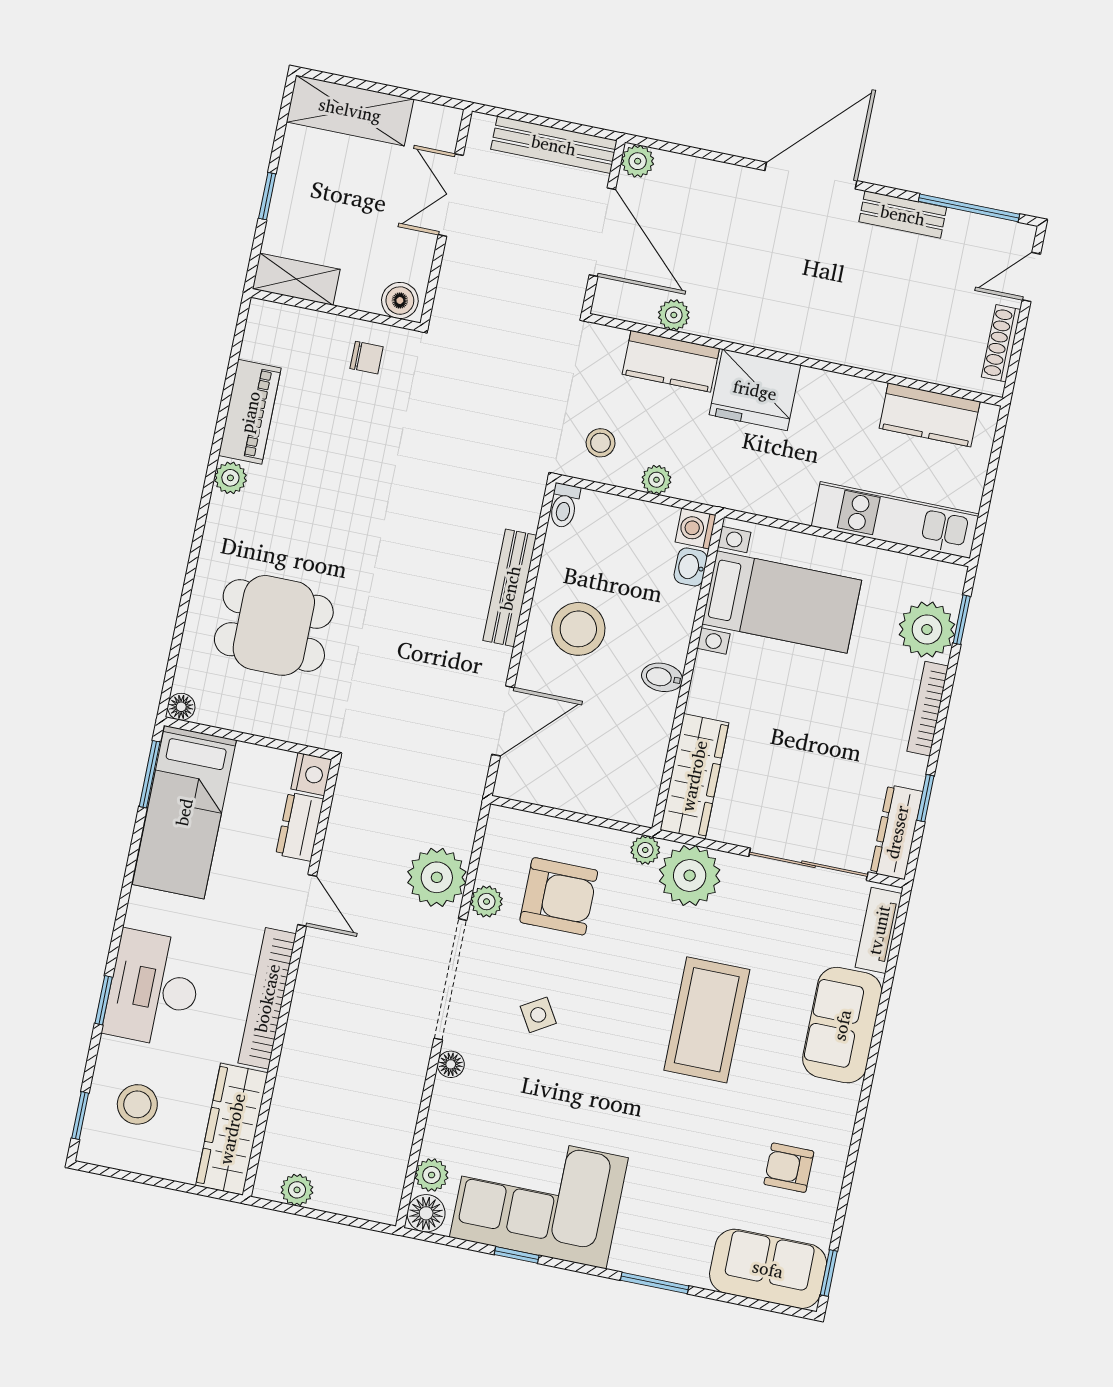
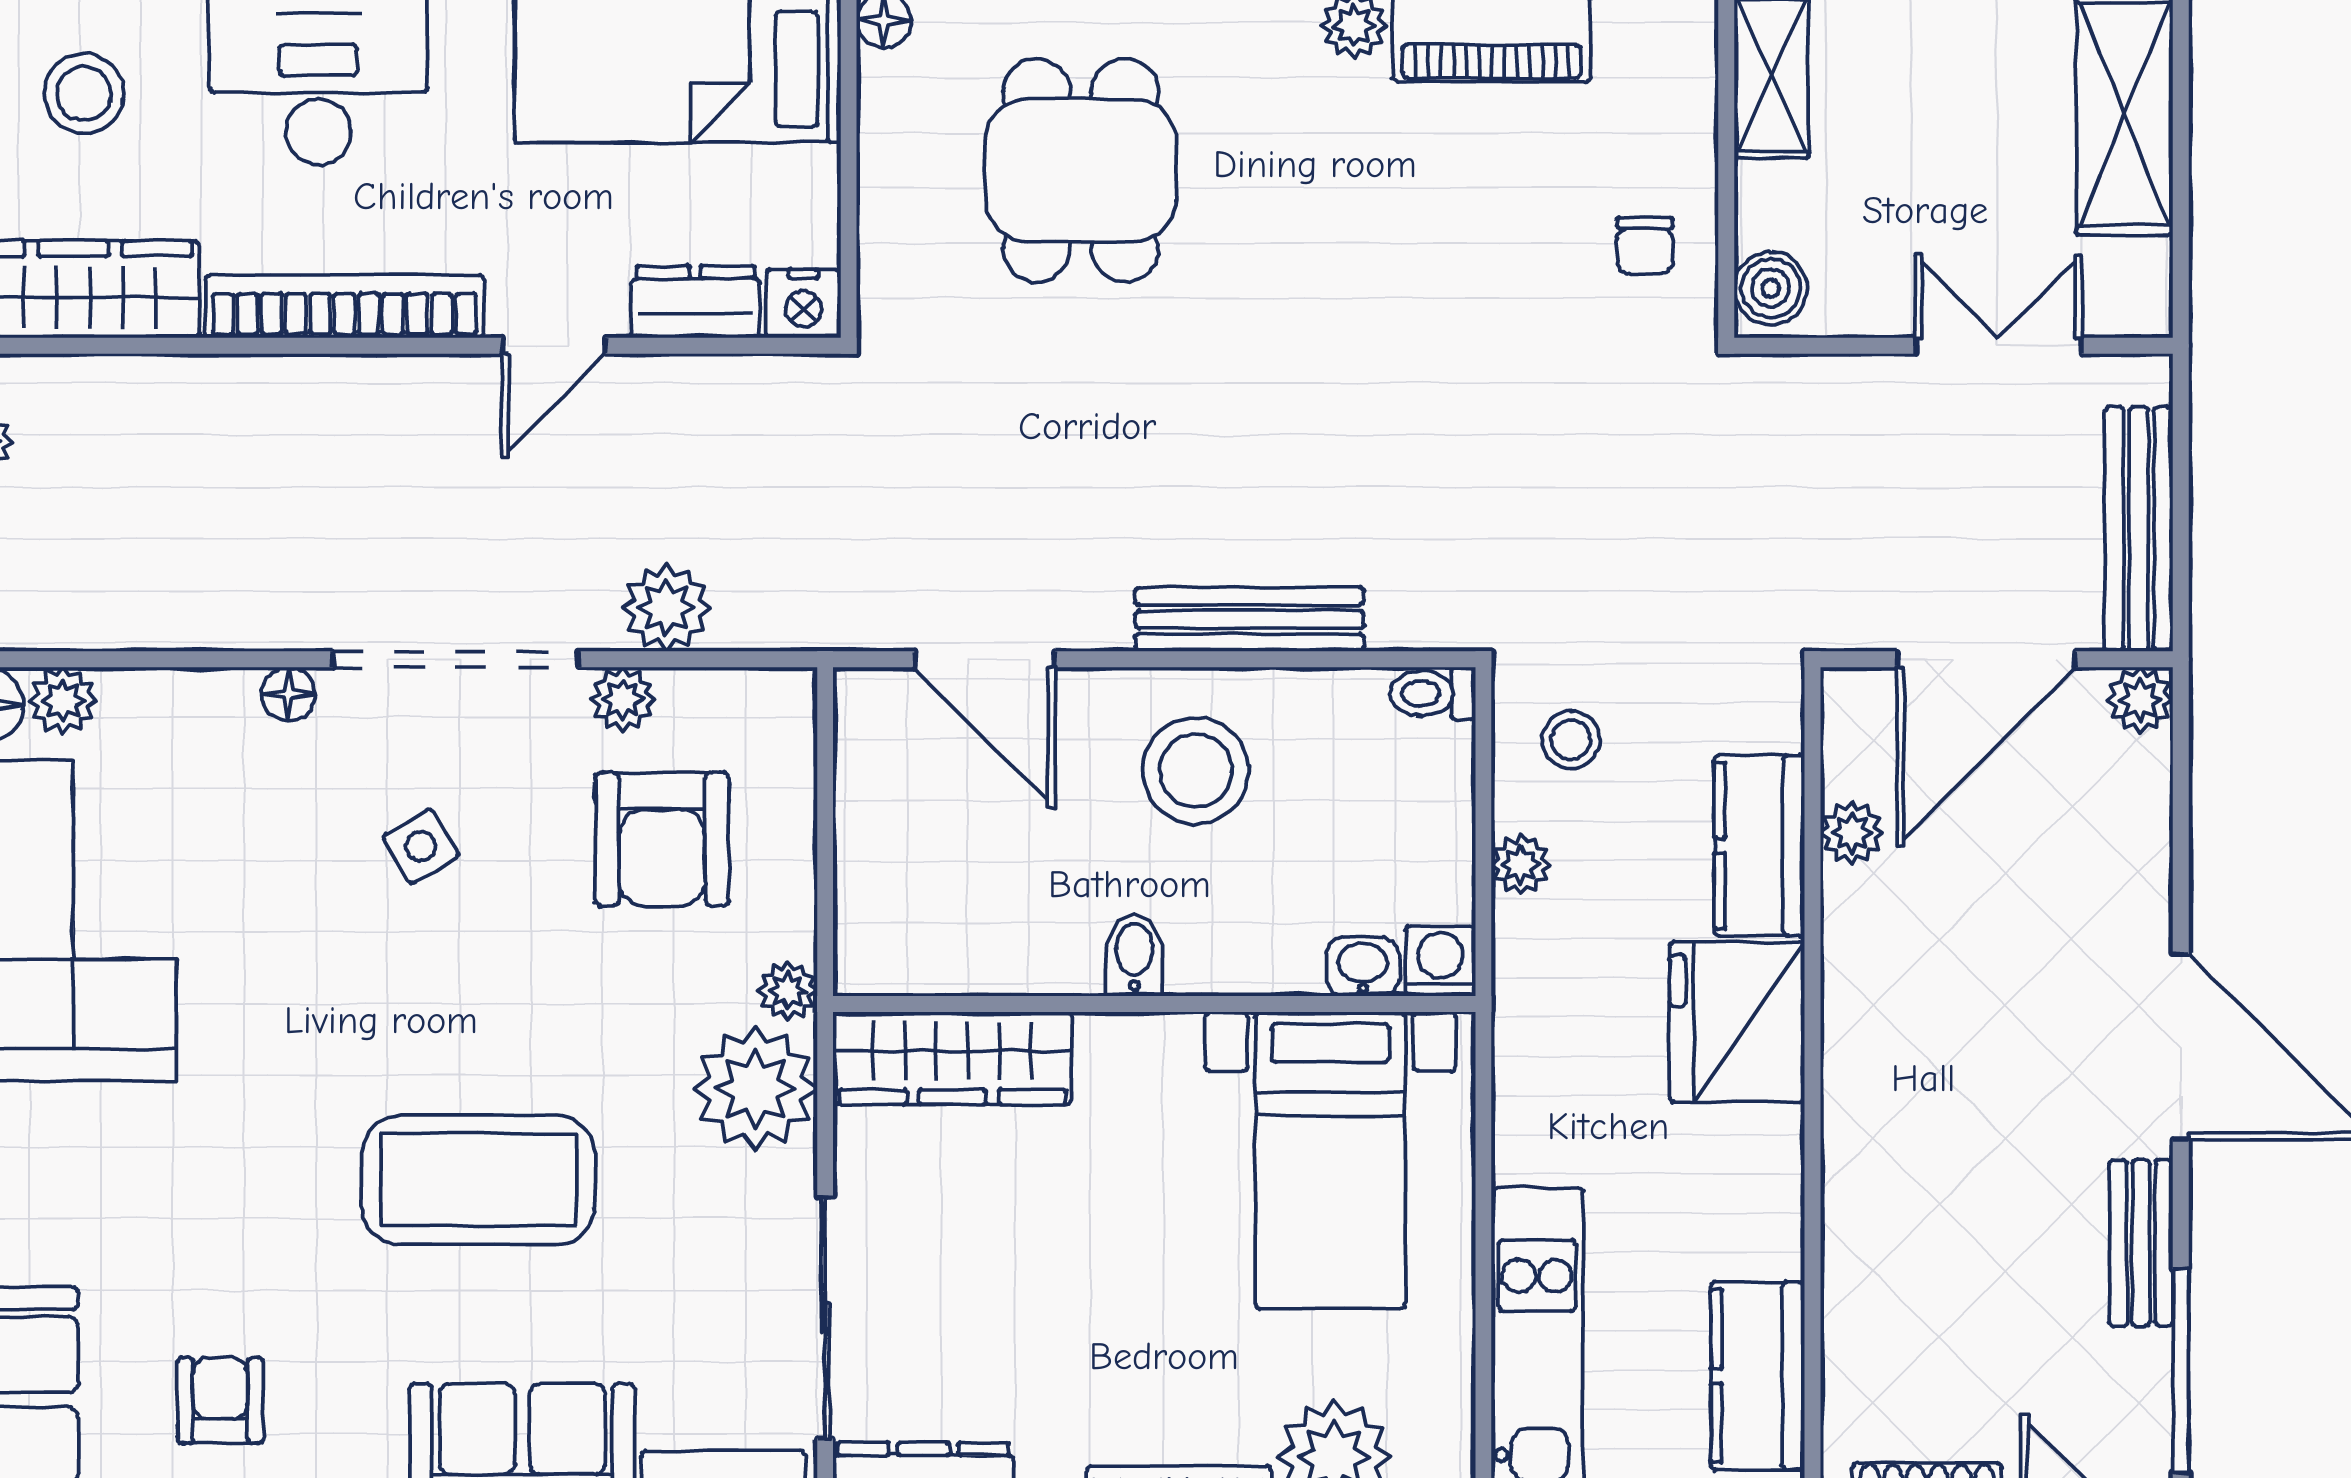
plant: (437, 877) -> (667, 608), width x0.73, depth x0.73

